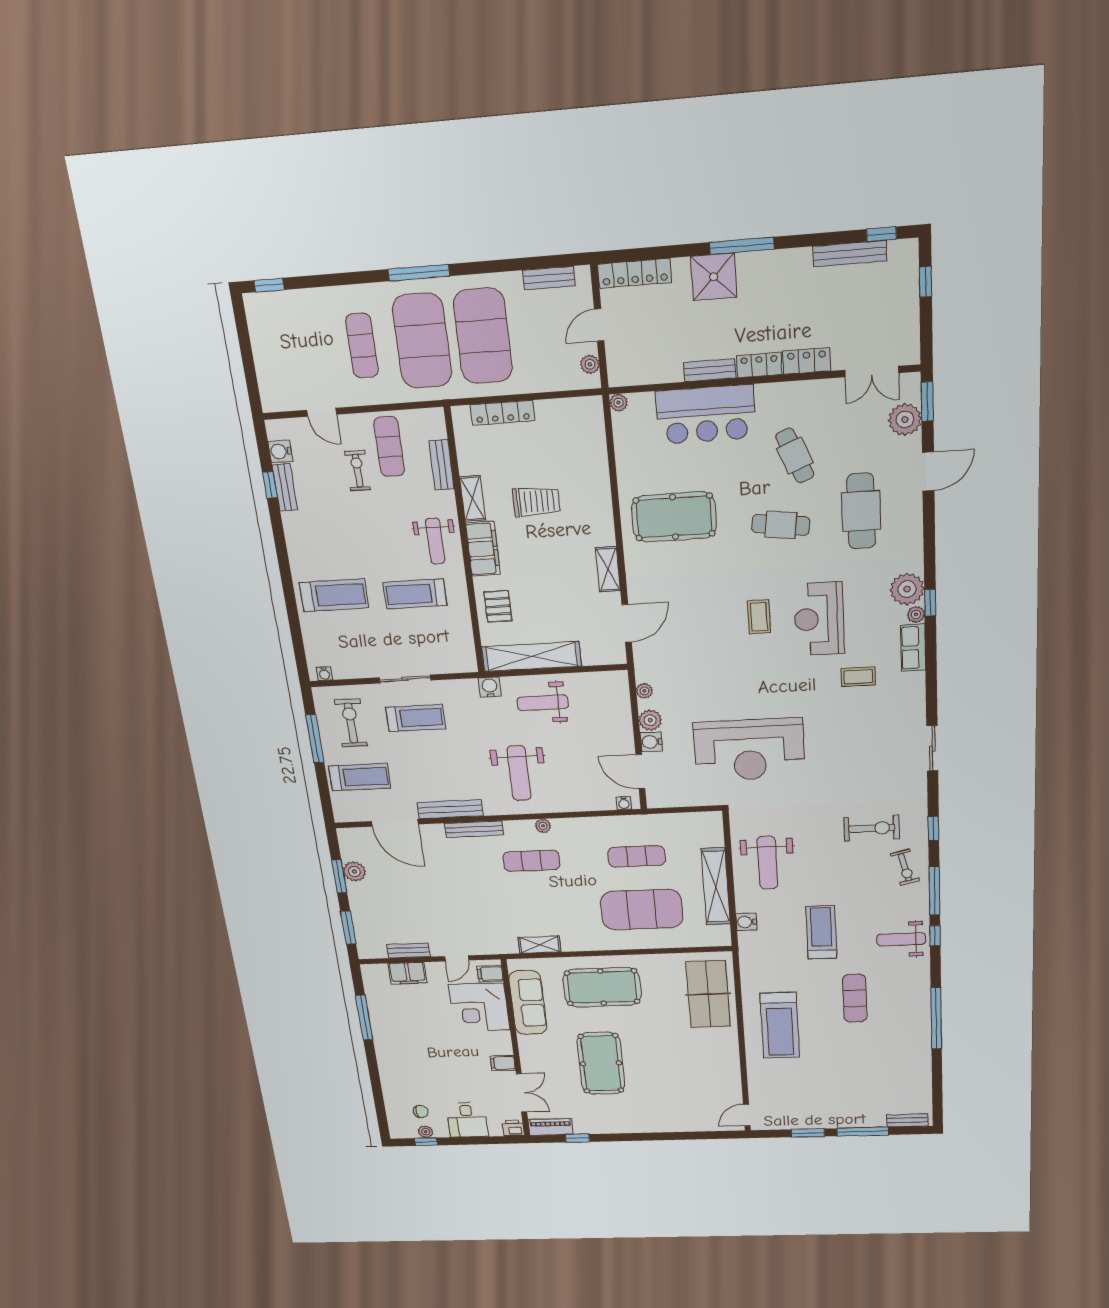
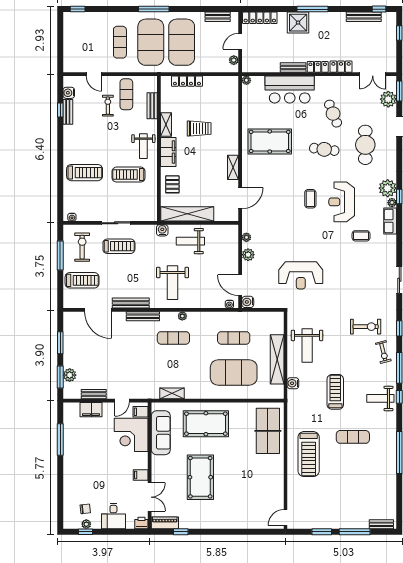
water cooler: (651, 742) -> (248, 302), moved
reception desk: (749, 750) -> (301, 275), width x0.74, depth x0.77
plant: (354, 872) -> (70, 375), moved
exercise mat: (855, 998) -> (353, 437), turned 90

